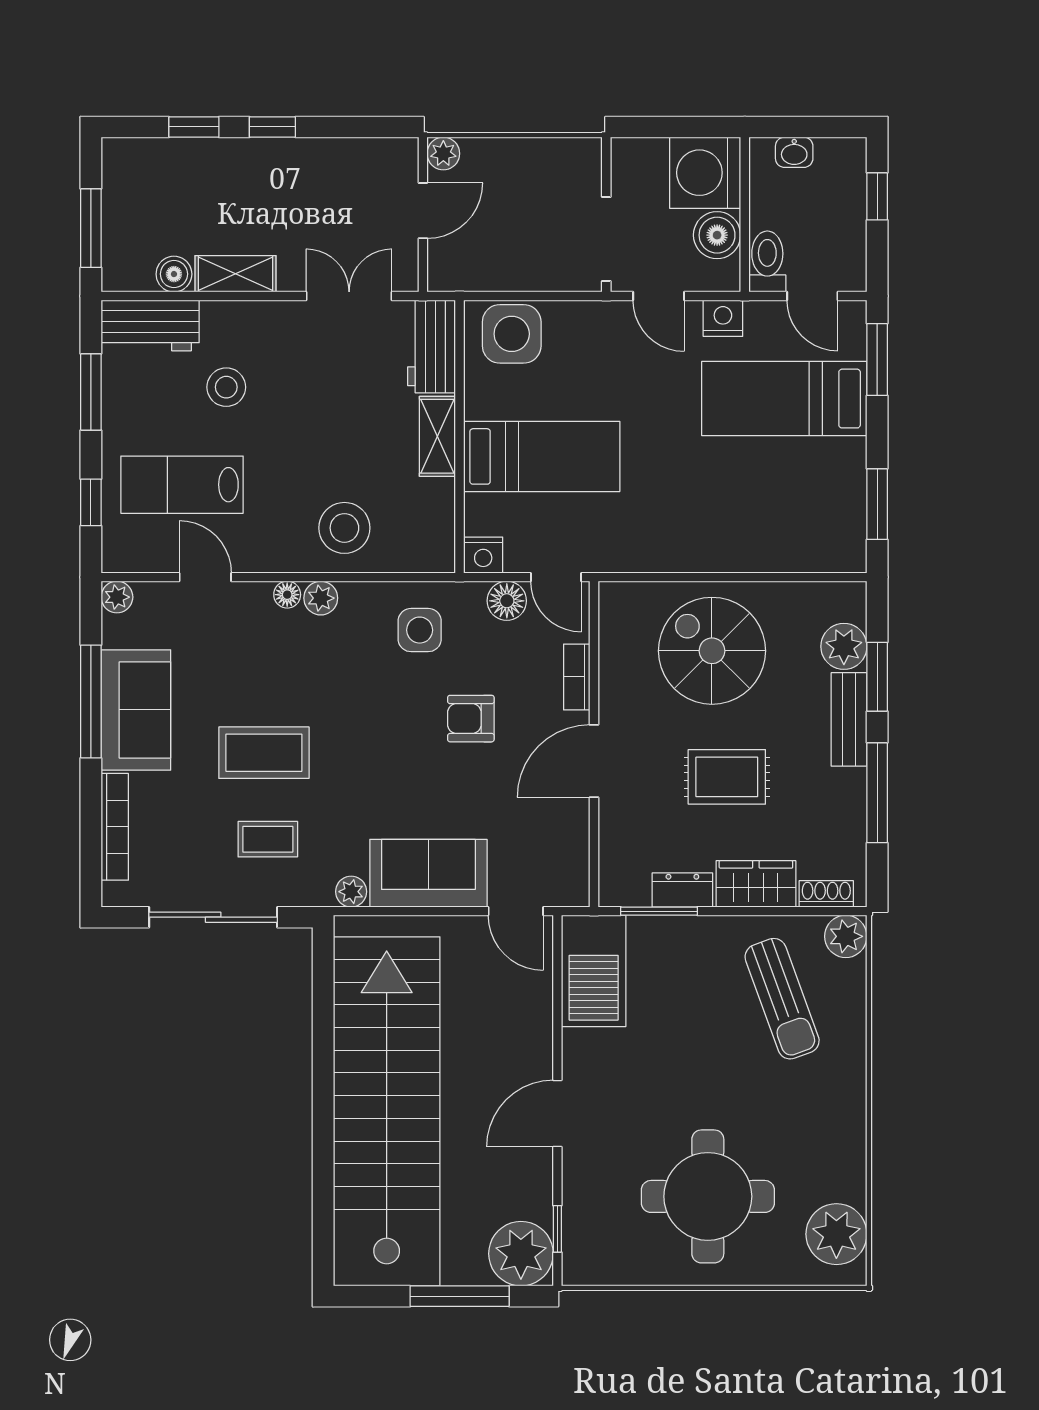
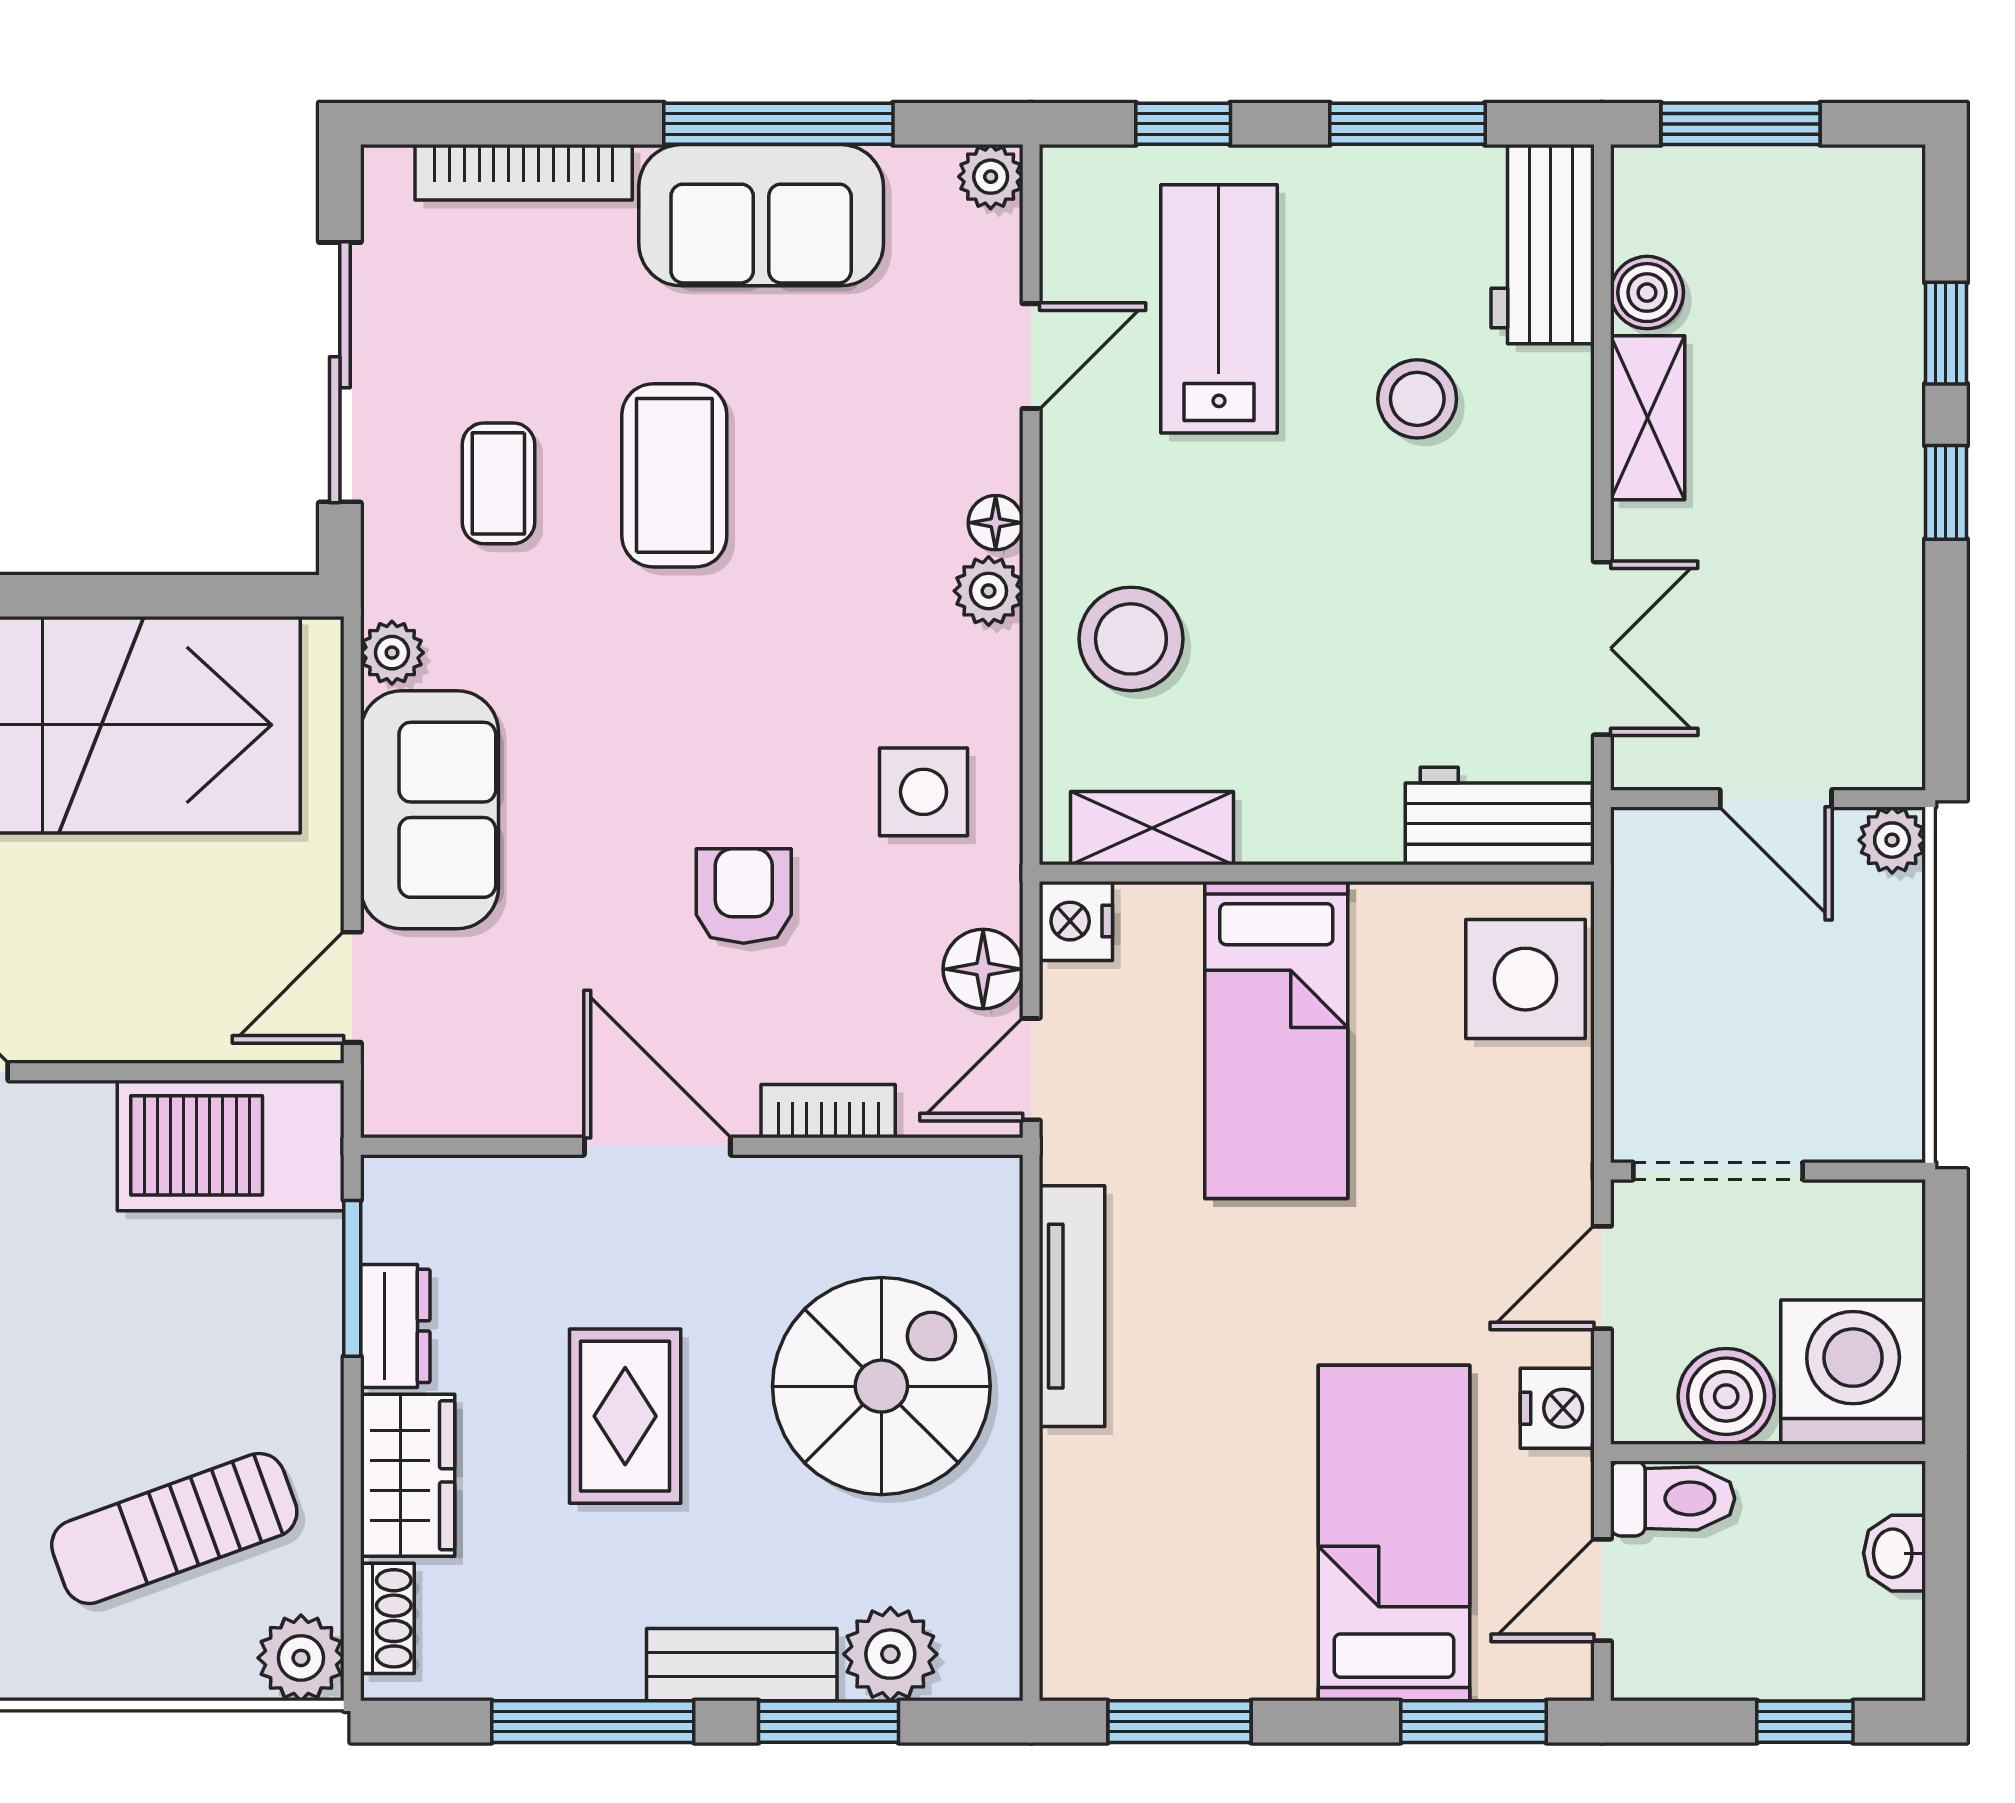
shelving: (437, 436) -> (1152, 828), moved
tv unit: (673, 557) -> (1072, 1306), added

